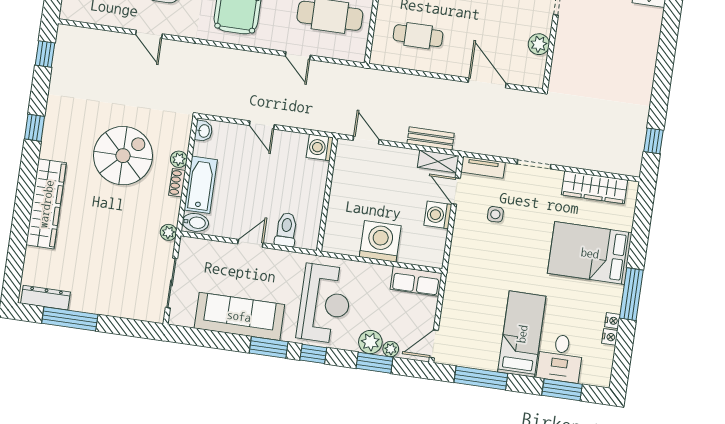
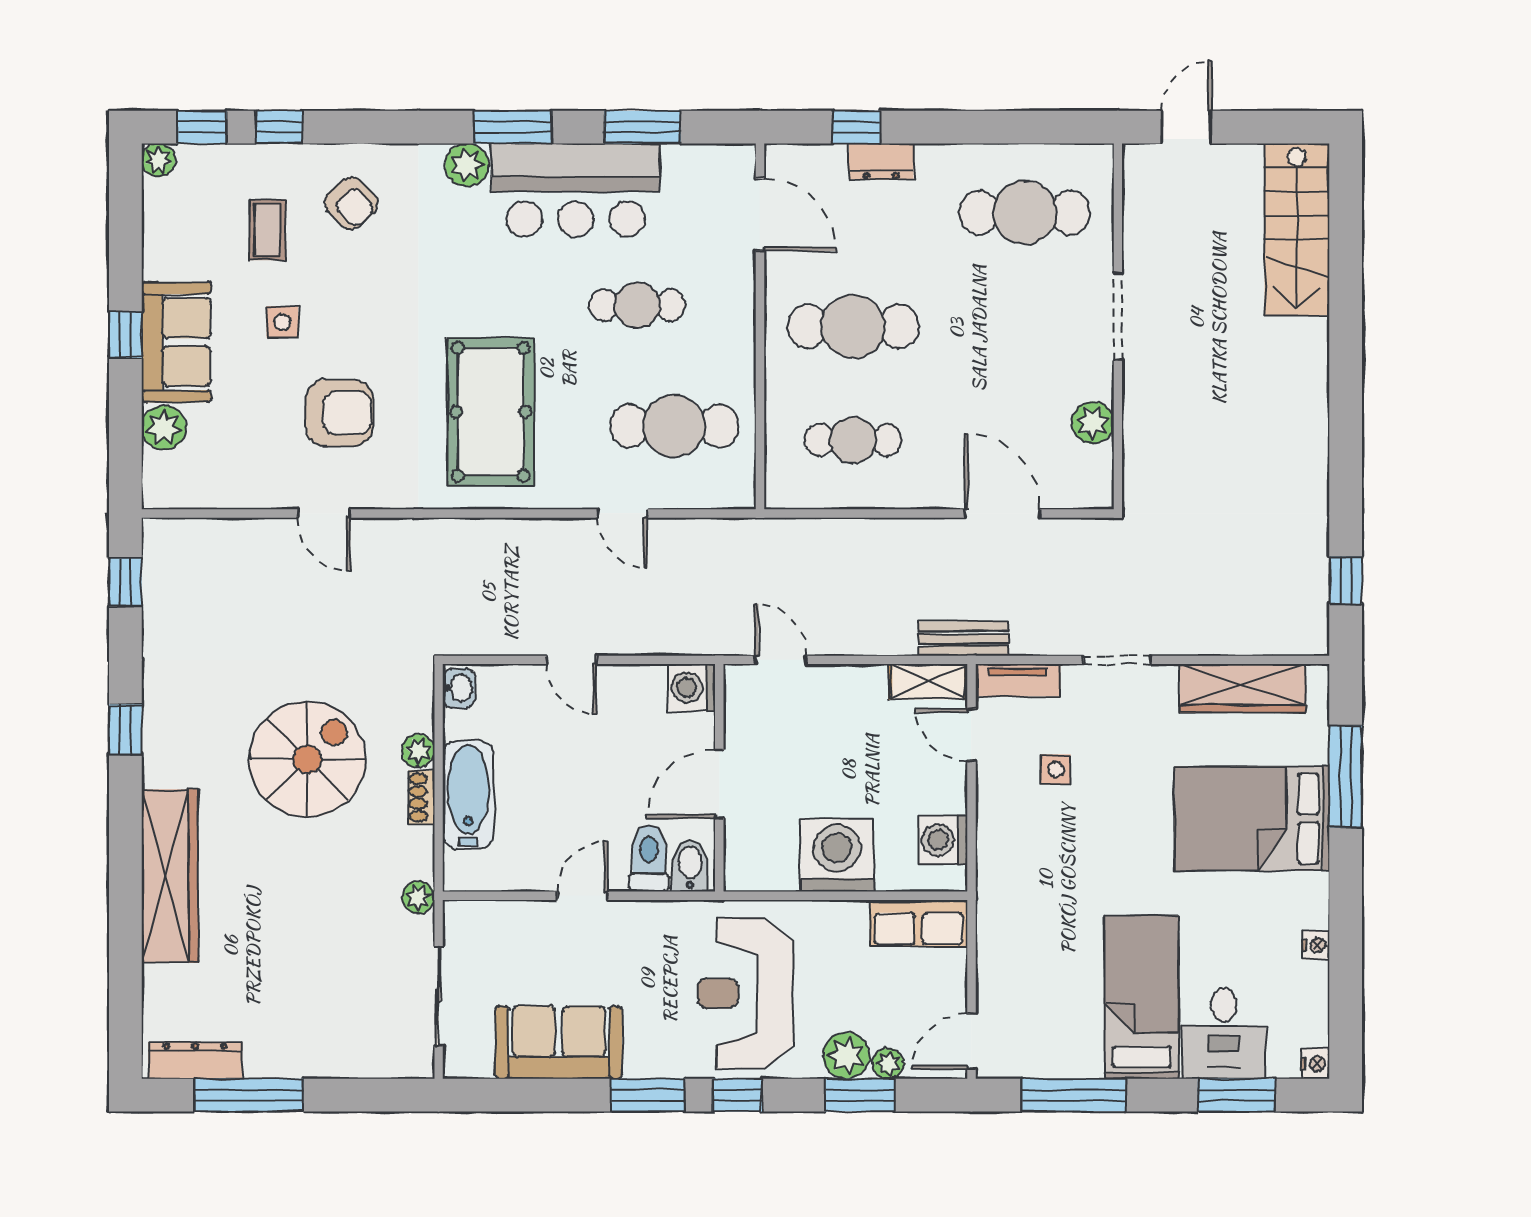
bench: (431, 138) -> (963, 639), moved
door: (327, 197) -> (719, 784), added
washing machine: (438, 215) -> (943, 840), moved
bidet: (195, 222) -> (690, 866), moved, turned -90
window: (631, 294) -> (1346, 777), moved
reception desk: (325, 304) -> (745, 993), turned 180
sofa: (239, 316) -> (559, 1042), width x0.73
nightstand: (610, 337) -> (1315, 1064), moved

